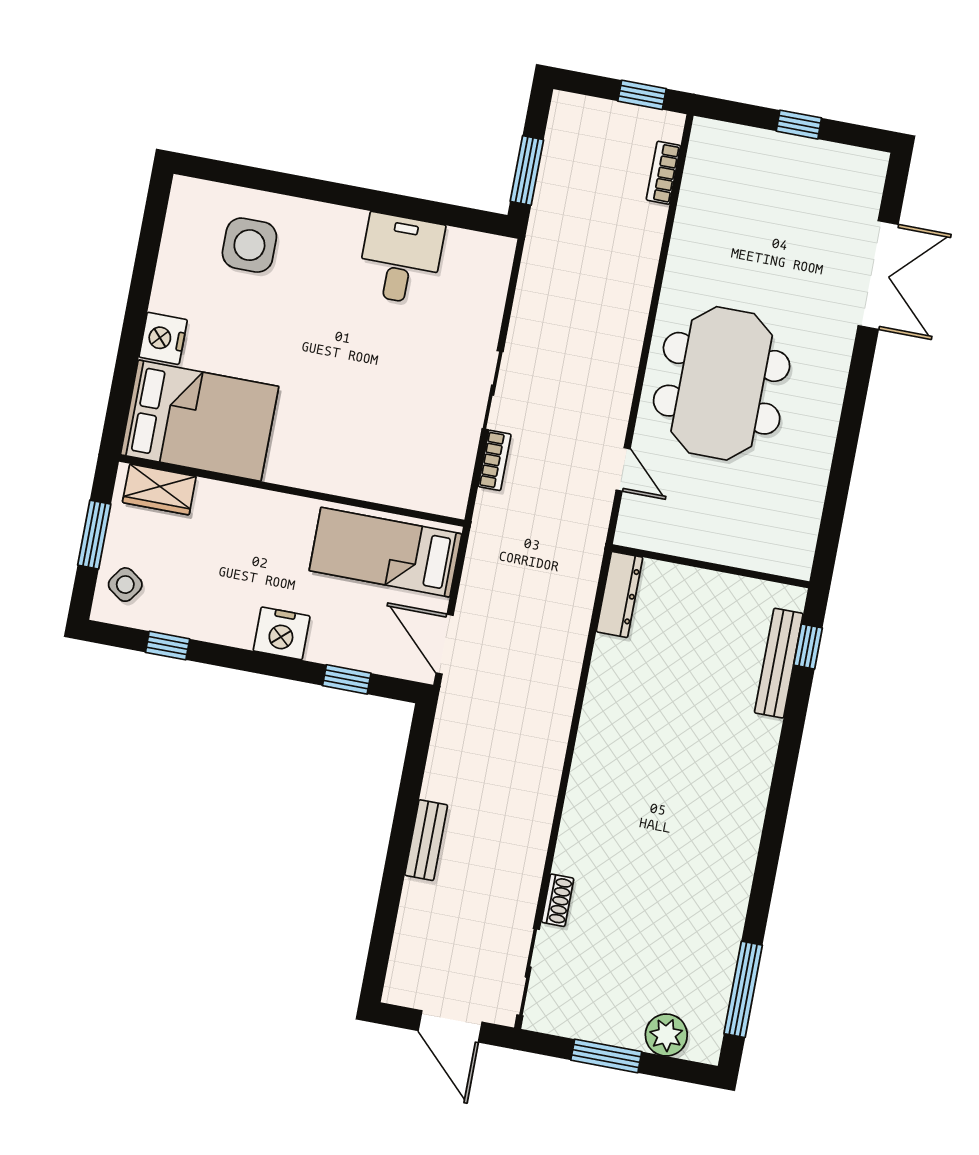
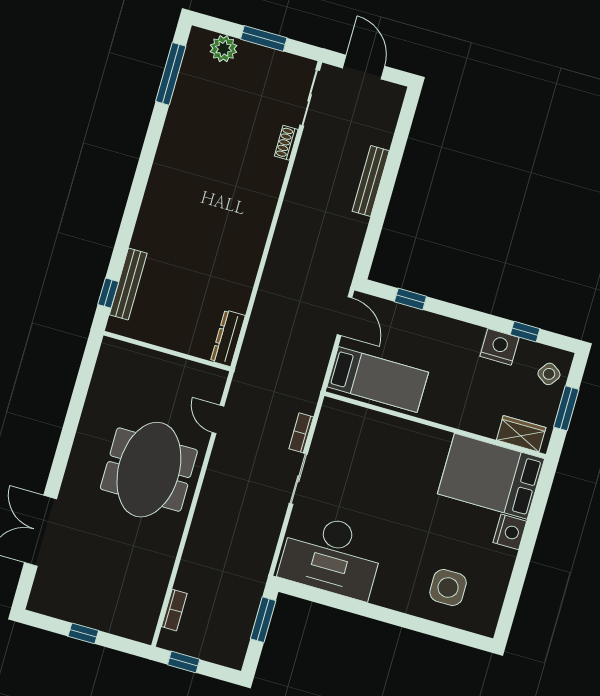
desk: (401, 259) -> (332, 556), width x1.87, depth x1.30
nightstand: (282, 633) -> (500, 347), moved
bench: (426, 840) -> (371, 181), width x1.36

